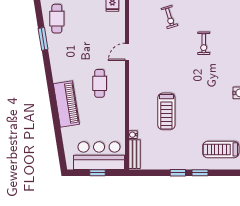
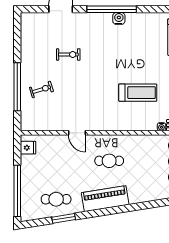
cafe table: (57, 19) -> (56, 199), moved
piano: (66, 104) -> (105, 199), moved

